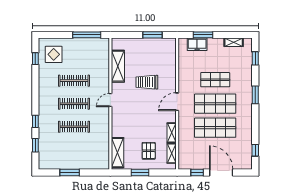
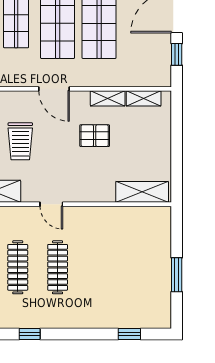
window: (35, 121) -> (30, 334), moved
clothes rail: (74, 127) -> (97, 267), removed
pallet: (149, 151) -> (95, 136), moved
window: (140, 173) -> (177, 153), removed

